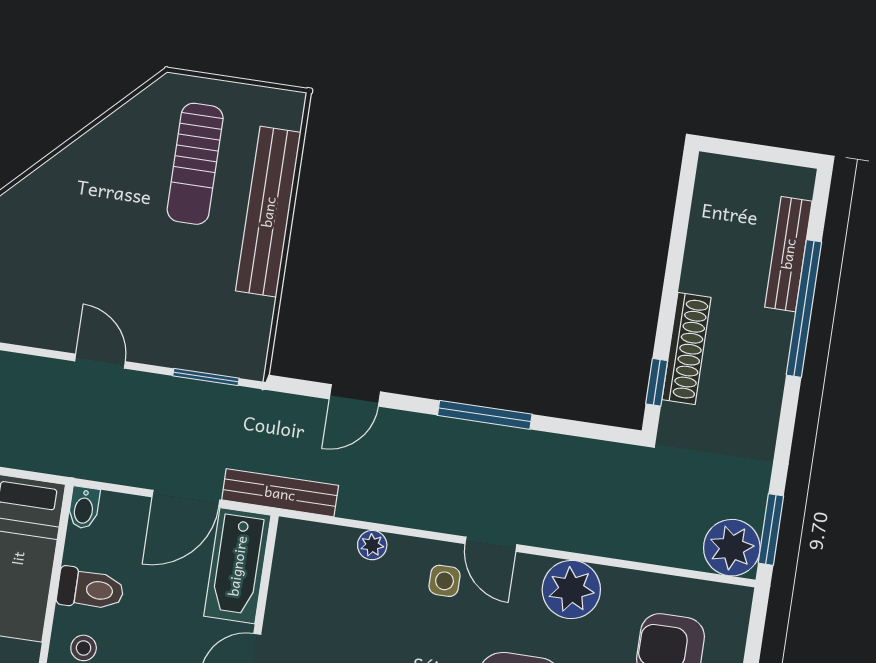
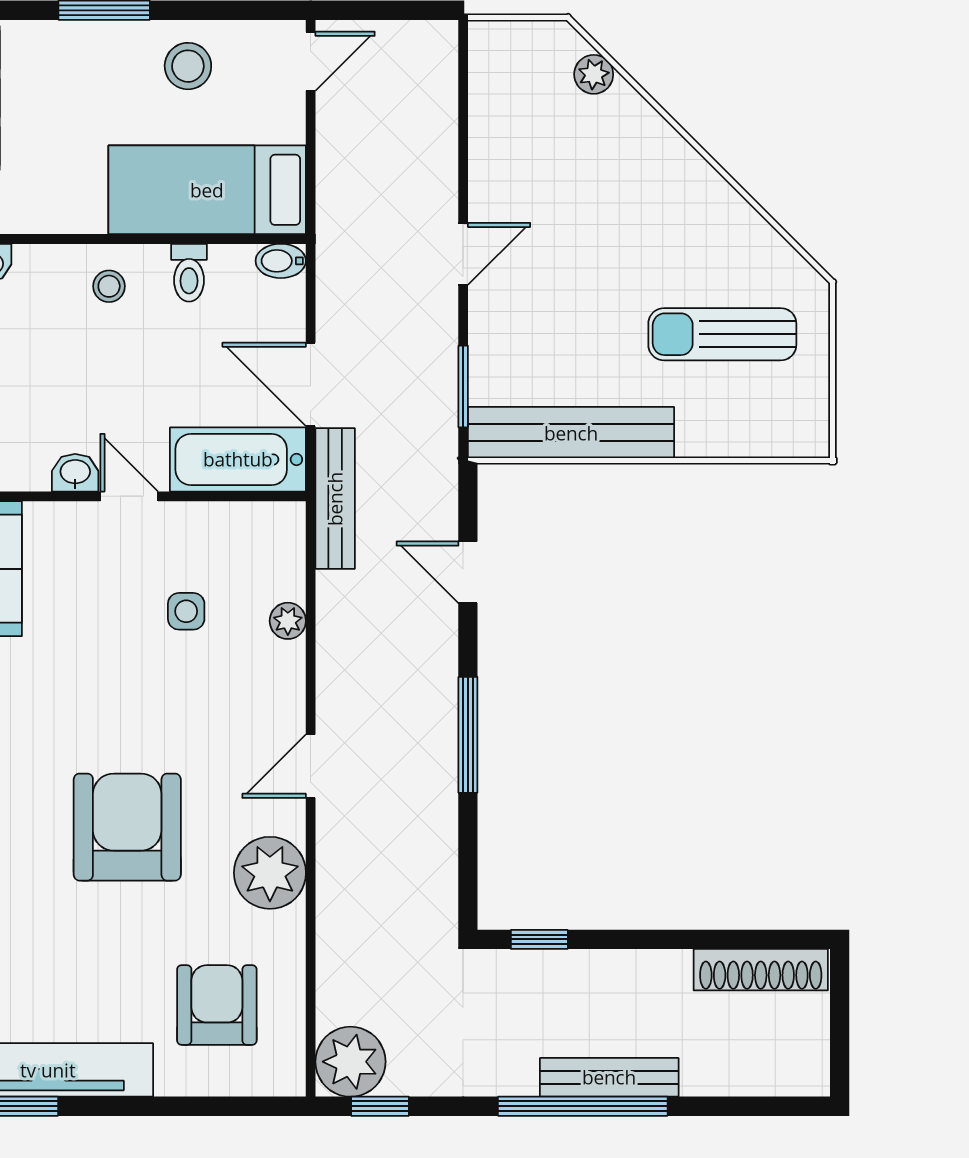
bench: (268, 212) -> (571, 433), moved
bench: (788, 254) -> (609, 1077), moved
window: (804, 308) -> (583, 1106), moved
shoe rack: (686, 349) -> (761, 970), moved
window: (771, 529) -> (380, 1106), width x0.67
side table: (444, 581) -> (186, 611), moved
toilet: (90, 589) -> (189, 273), width x0.73, depth x0.72

